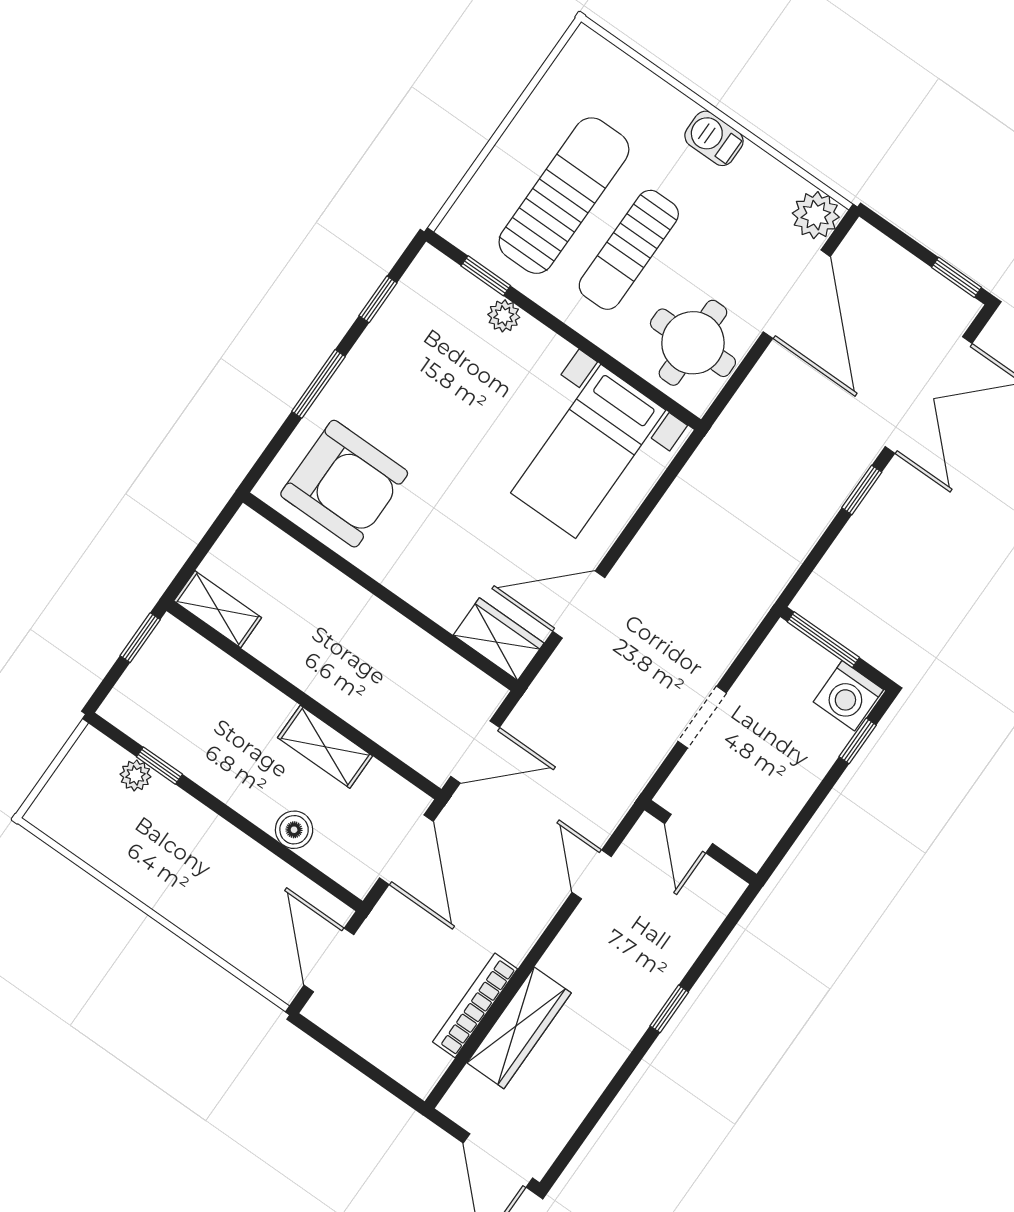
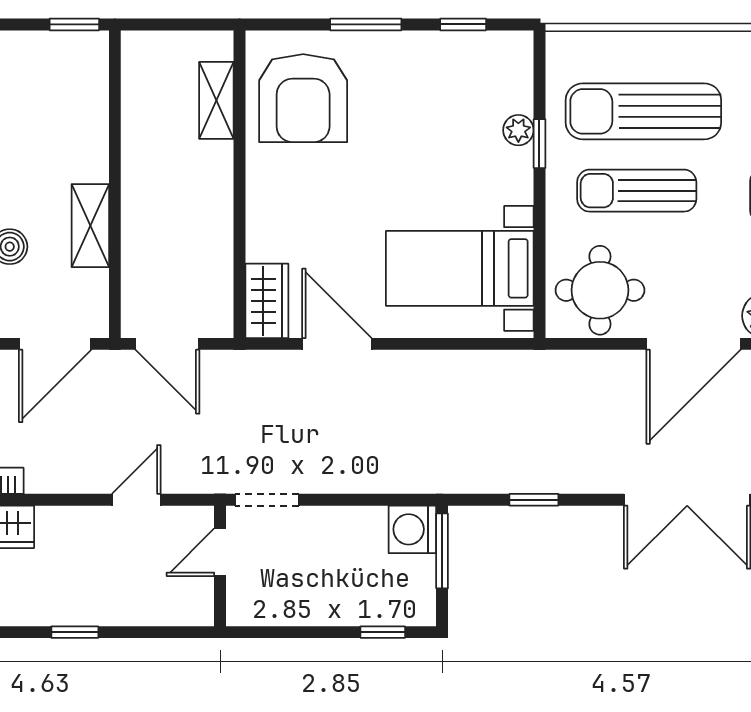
sun lounger: (564, 196) -> (643, 111), turned 180
window: (486, 276) -> (539, 144), moved
window: (862, 490) -> (534, 500), moved
shelving: (218, 609) -> (216, 100), moved
washing machine: (848, 696) -> (412, 529), moved
doorway: (702, 717) -> (267, 500), moved

